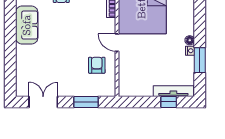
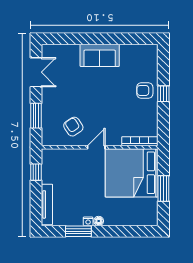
sofa: (27, 25) -> (100, 55), moved
armchair: (97, 65) -> (73, 127), turned -124
window: (169, 102) -> (36, 172), moved

